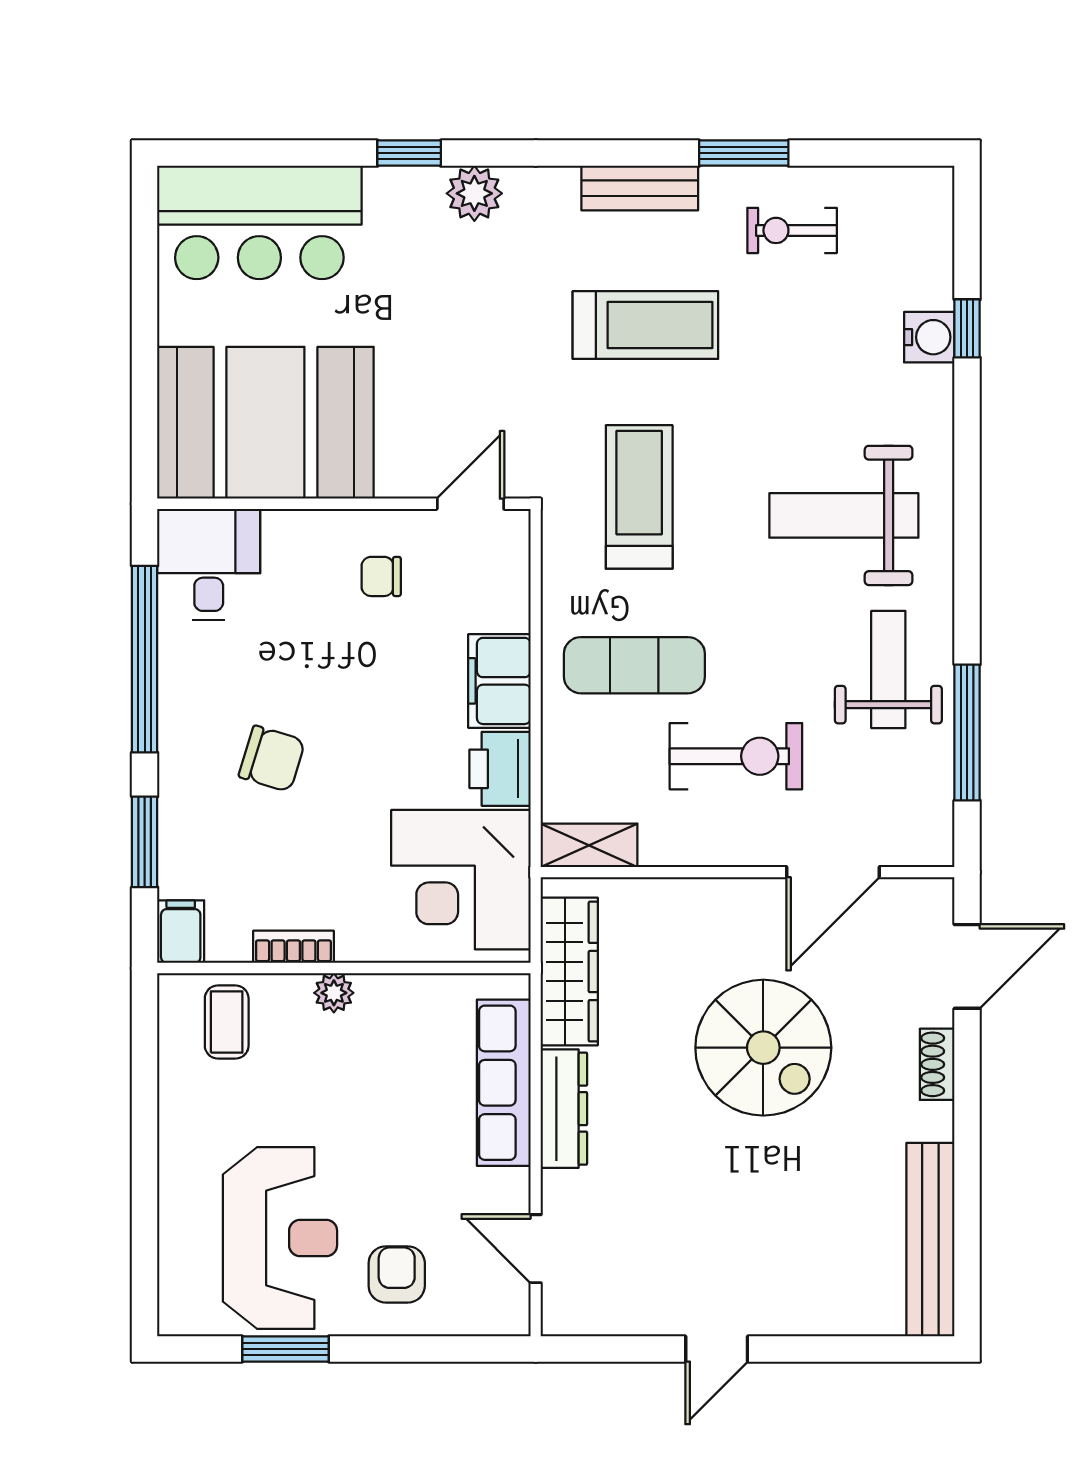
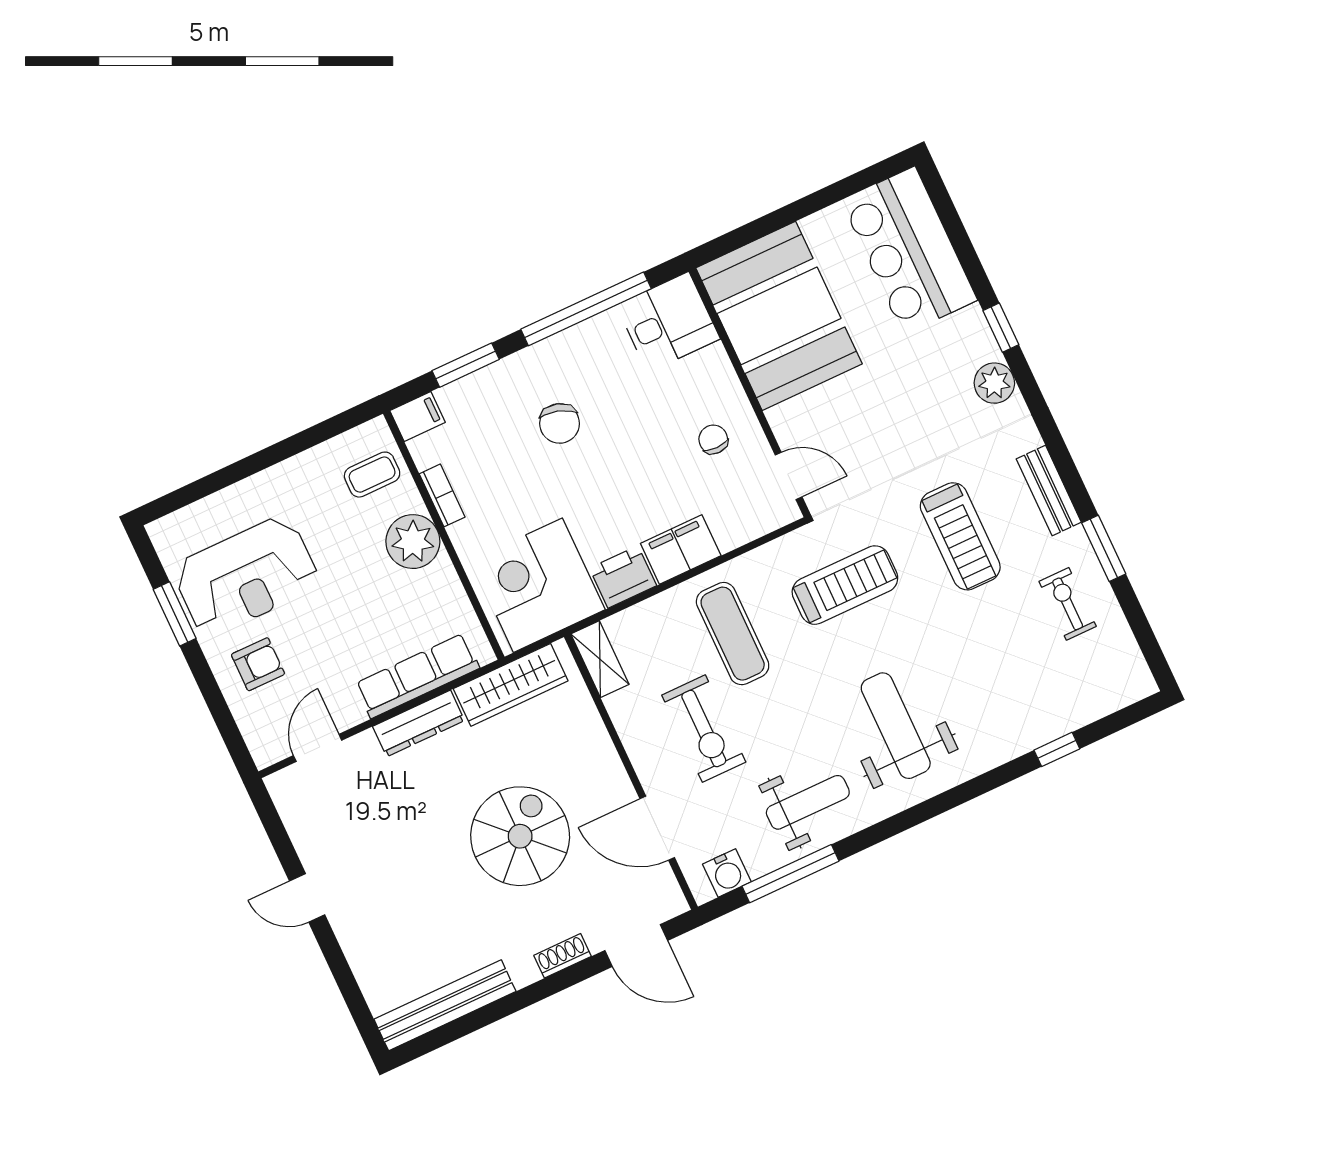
water cooler: (929, 337) -> (727, 873), moved
plant: (334, 993) -> (413, 542), width x1.87, depth x1.87
spiral stairs: (763, 1048) -> (520, 836), turned 180

